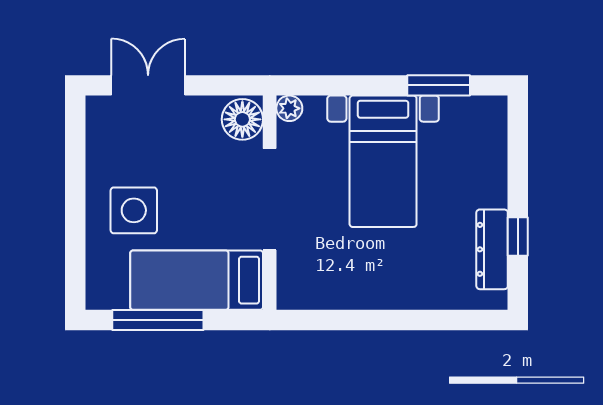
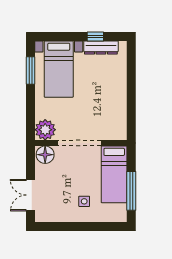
plant: (289, 108) -> (45, 130), width x1.87, depth x1.87
bed with nightstands: (383, 161) -> (59, 69), moved, turned 90
side table: (134, 210) -> (84, 201), width x0.54, depth x0.54

